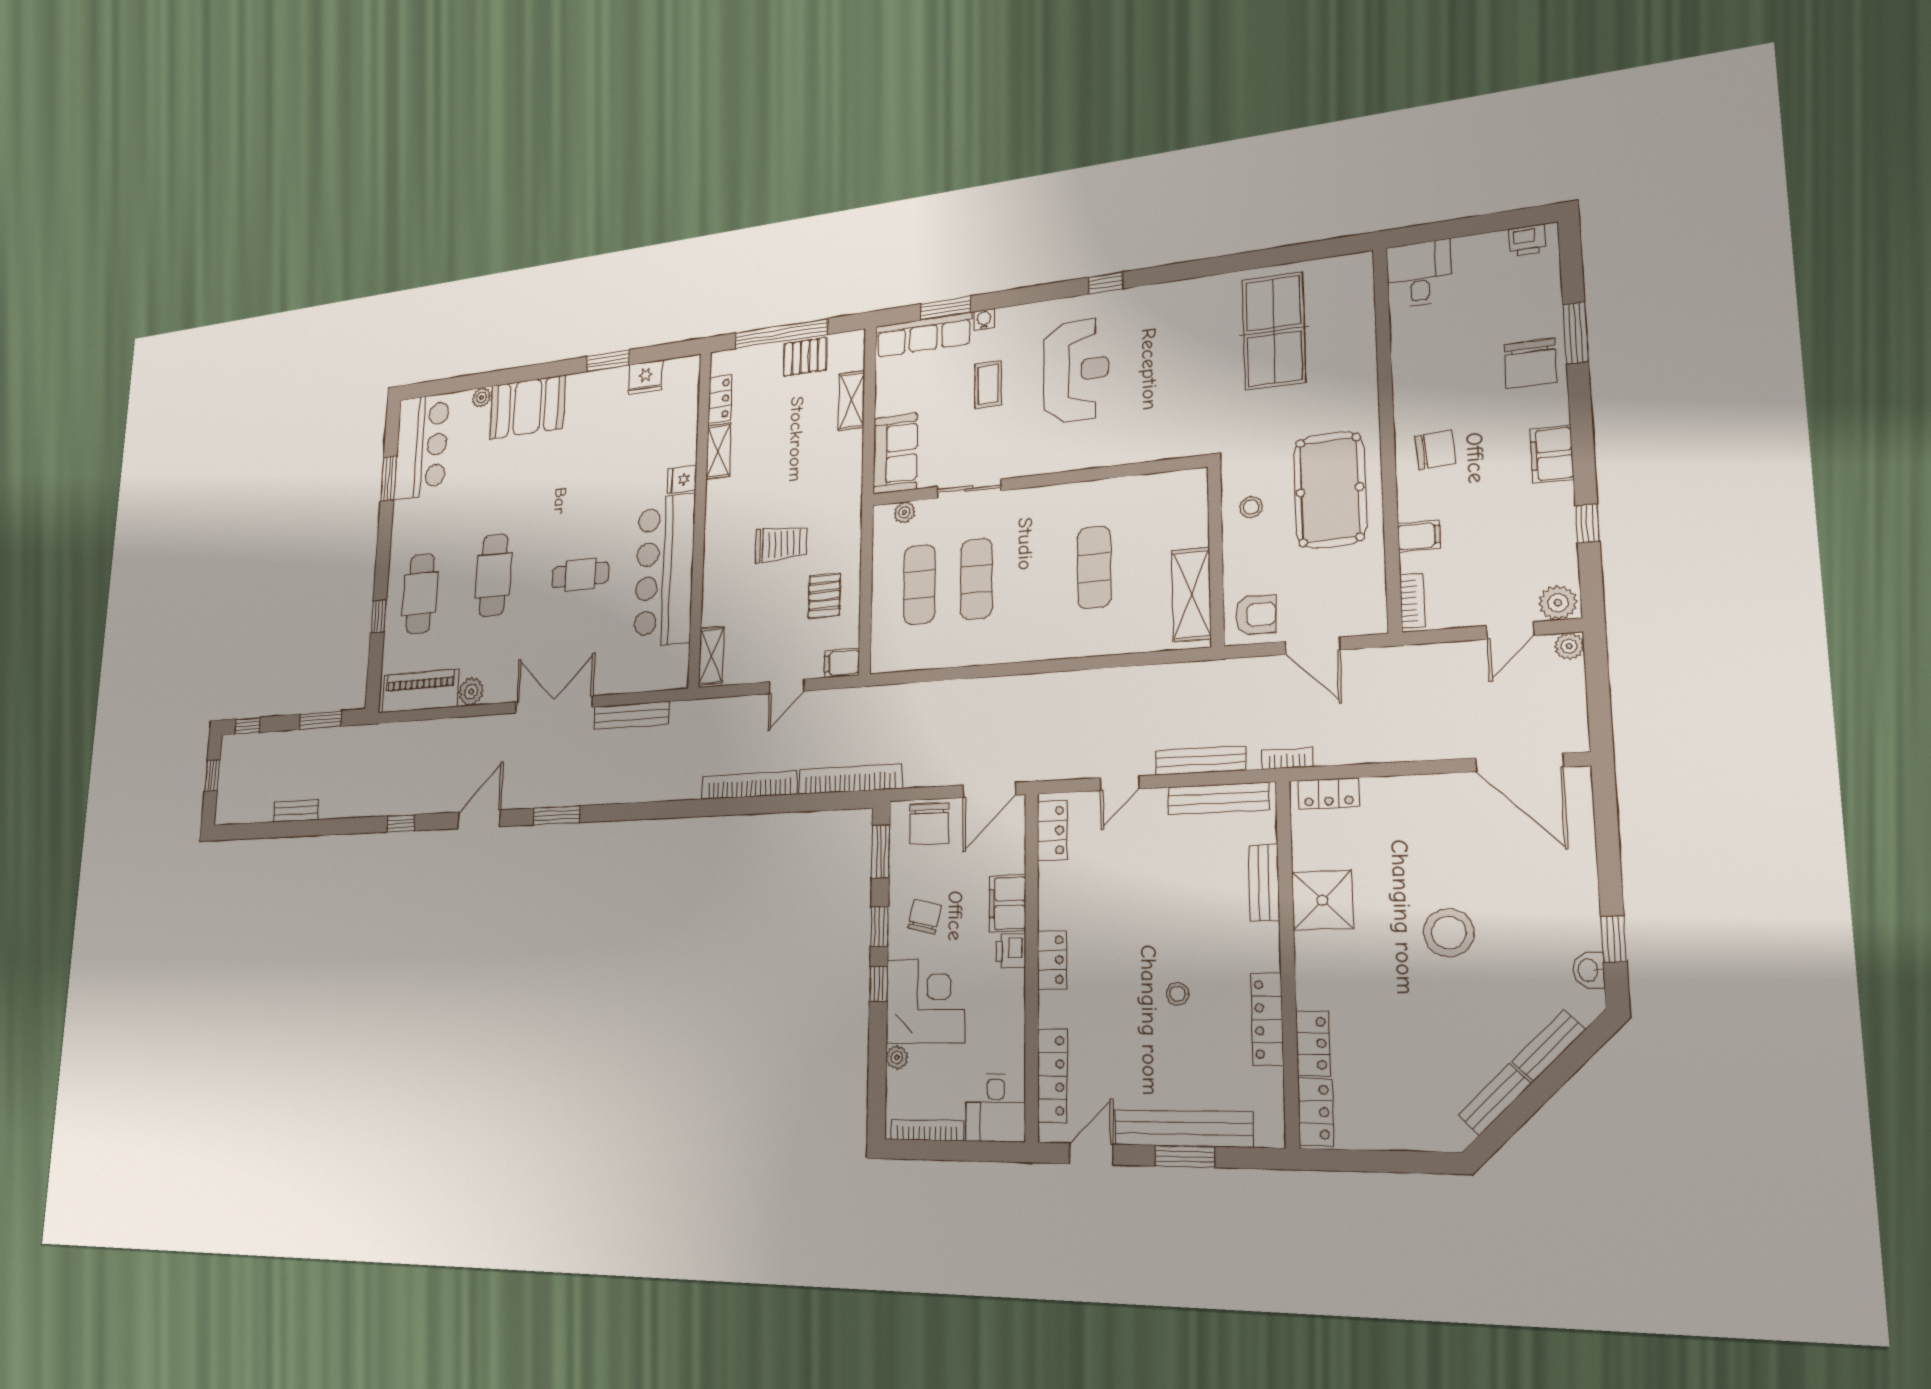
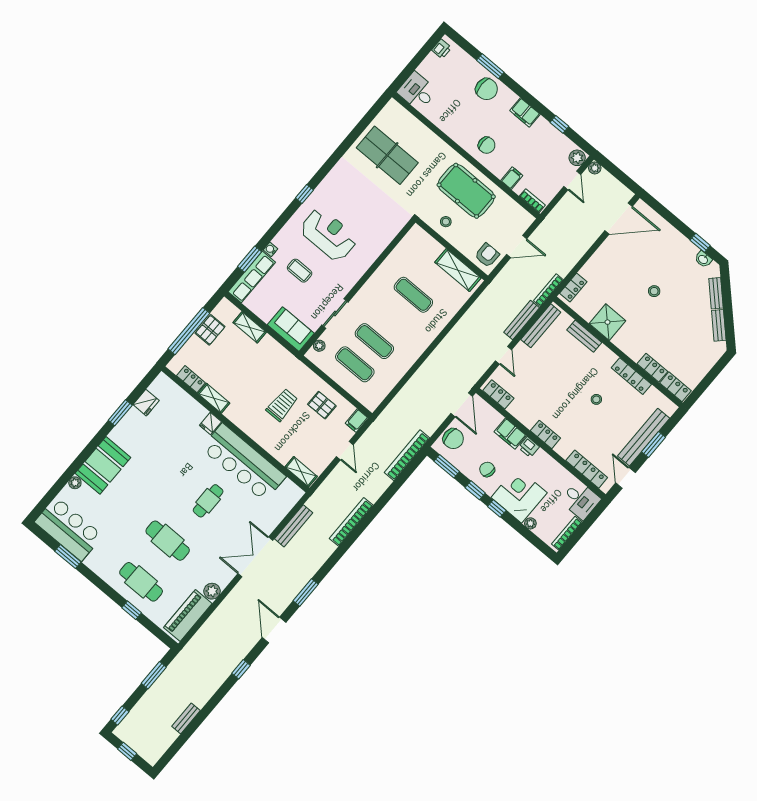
chair: (1435, 450) -> (487, 145), turned 94
bookcase: (1287, 758) -> (548, 290), width x1.56
bookcase: (749, 785) -> (351, 522), moved
stool: (1449, 933) -> (654, 291), width x0.53, depth x0.53

